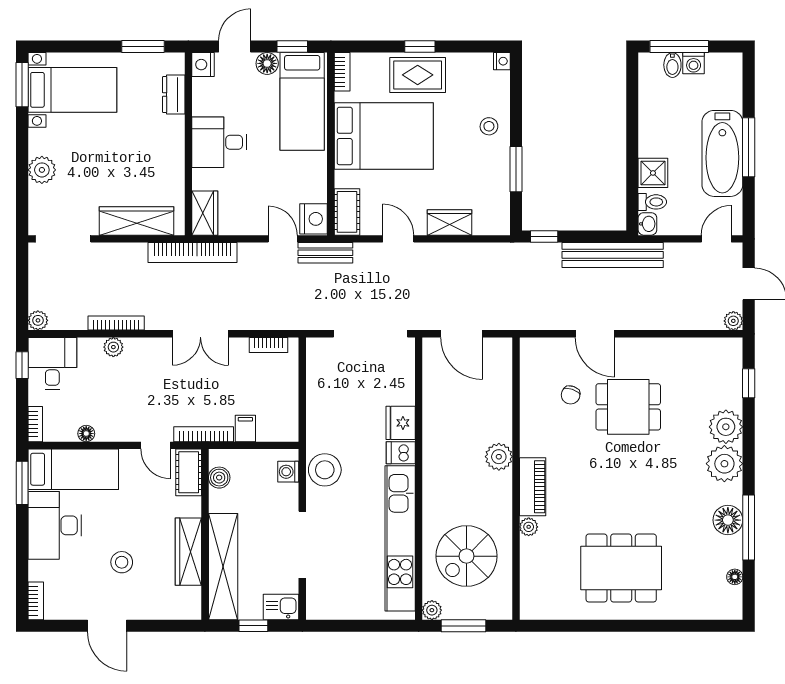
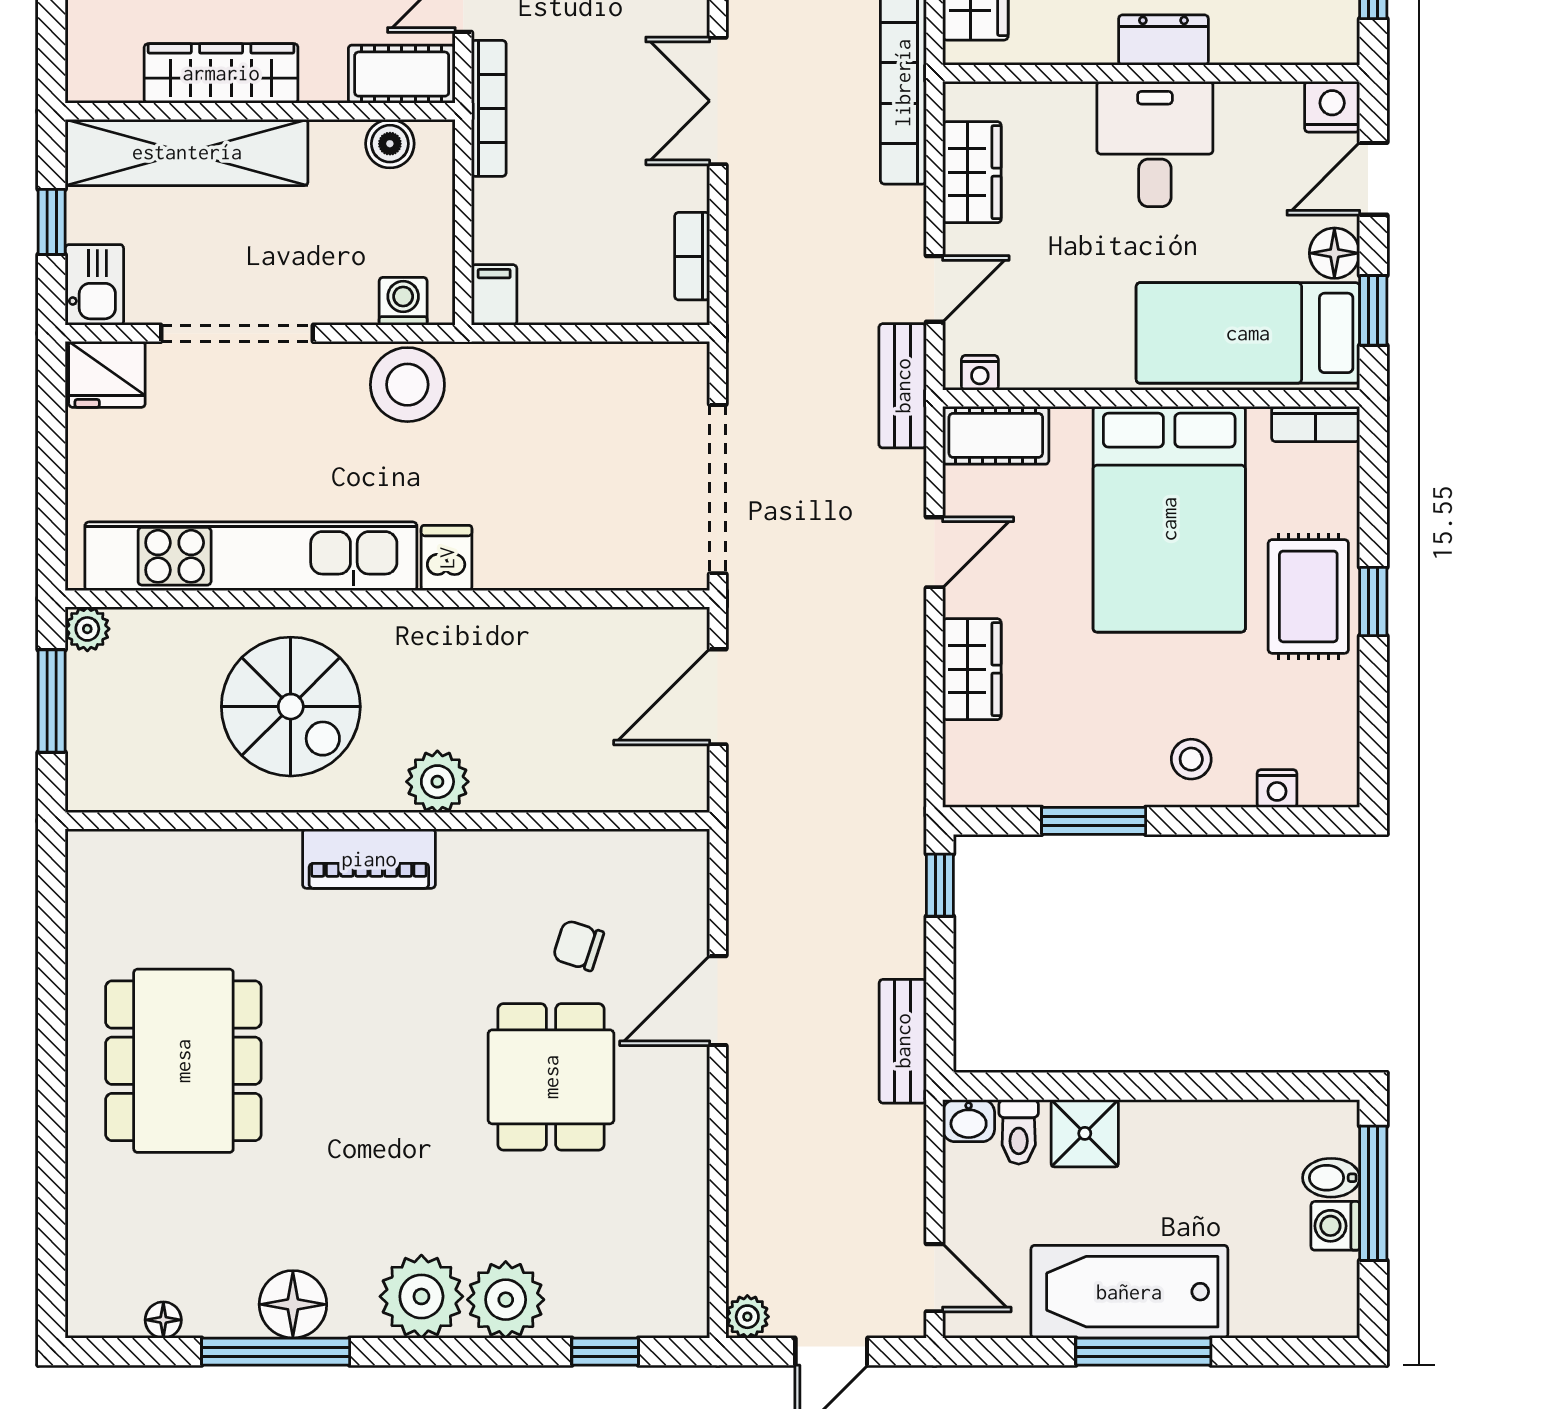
door: (235, 47) -> (1373, 179), swing flipped
nightstand: (502, 61) -> (1277, 788), moved
dresser: (174, 95) -> (1163, 40), moved
wardrobe: (205, 213) -> (972, 172), moved, turned -90
nightstand: (314, 219) -> (980, 373), width x0.53, depth x0.56
bench: (613, 255) -> (903, 1041), width x0.54, depth x0.82
fridge: (401, 423) -> (107, 374), moved, turned 180
filing cabinet: (245, 429) -> (494, 295), moved, turned -90
plant: (529, 527) -> (277, 850), removed
spiral stairs: (467, 556) -> (291, 707), moved, turned 180

